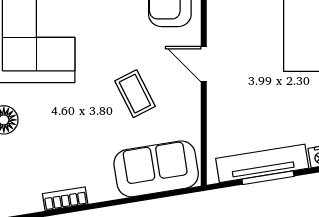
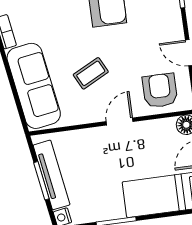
sofa: (156, 169) -> (34, 86), width x1.36

